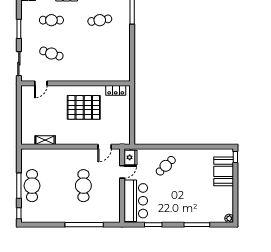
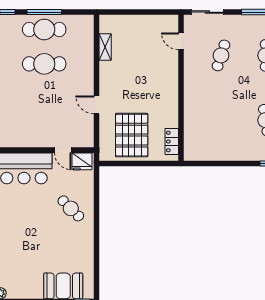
pallet: (84, 107) -> (132, 135), moved
door: (105, 147) -> (97, 105), moved
cafe table: (83, 186) -> (44, 64), moved

